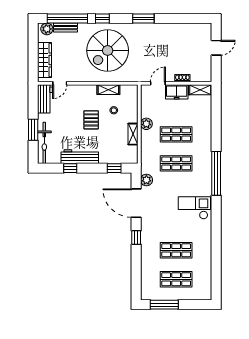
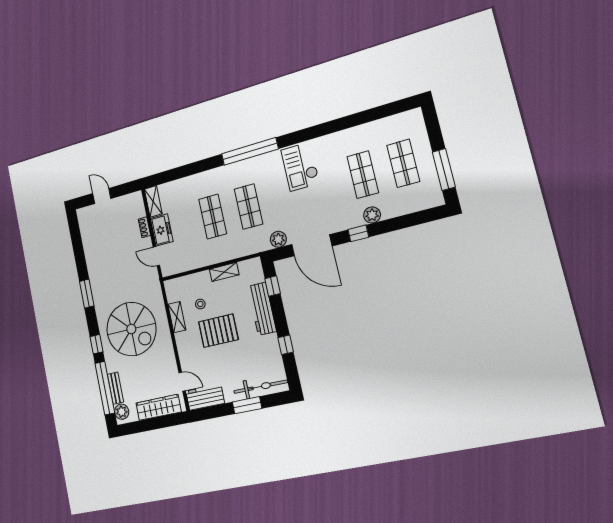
pallet: (91, 120) -> (218, 331), width x1.50, depth x1.42
plant: (146, 124) -> (372, 215), moved
workbench: (80, 157) -> (262, 309), moved
door: (136, 203) -> (312, 245), hinge flipped

